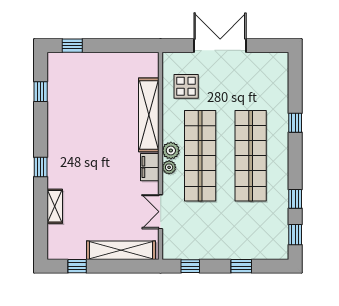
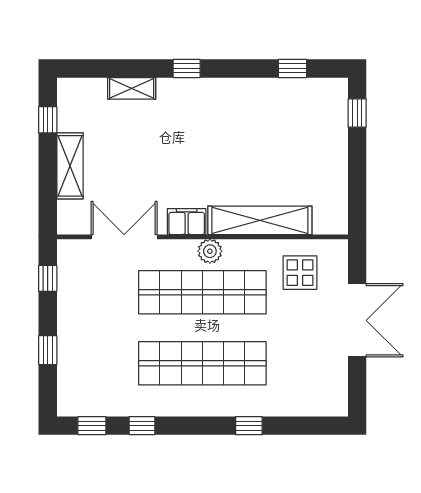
plant: (169, 167) -> (186, 249), removed
double door: (161, 212) -> (124, 237), width x1.37
shelving: (121, 250) -> (70, 166), width x0.68

